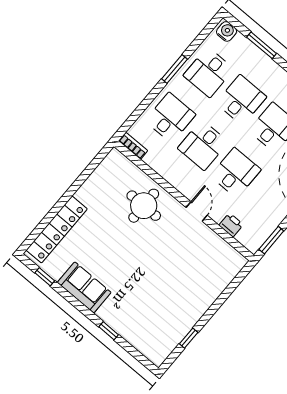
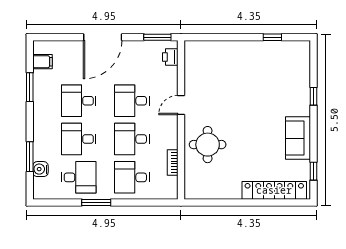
water cooler: (227, 31) -> (40, 169), moved
desk: (203, 145) -> (132, 139), turned 180
bookcase: (133, 146) -> (173, 163), moved
printer: (231, 225) -> (170, 57), moved

